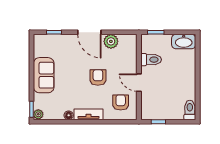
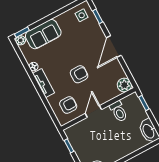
plant: (111, 41) -> (124, 85), moved
side table: (45, 46) -> (82, 15), added
sofa: (44, 75) -> (43, 34), moved

